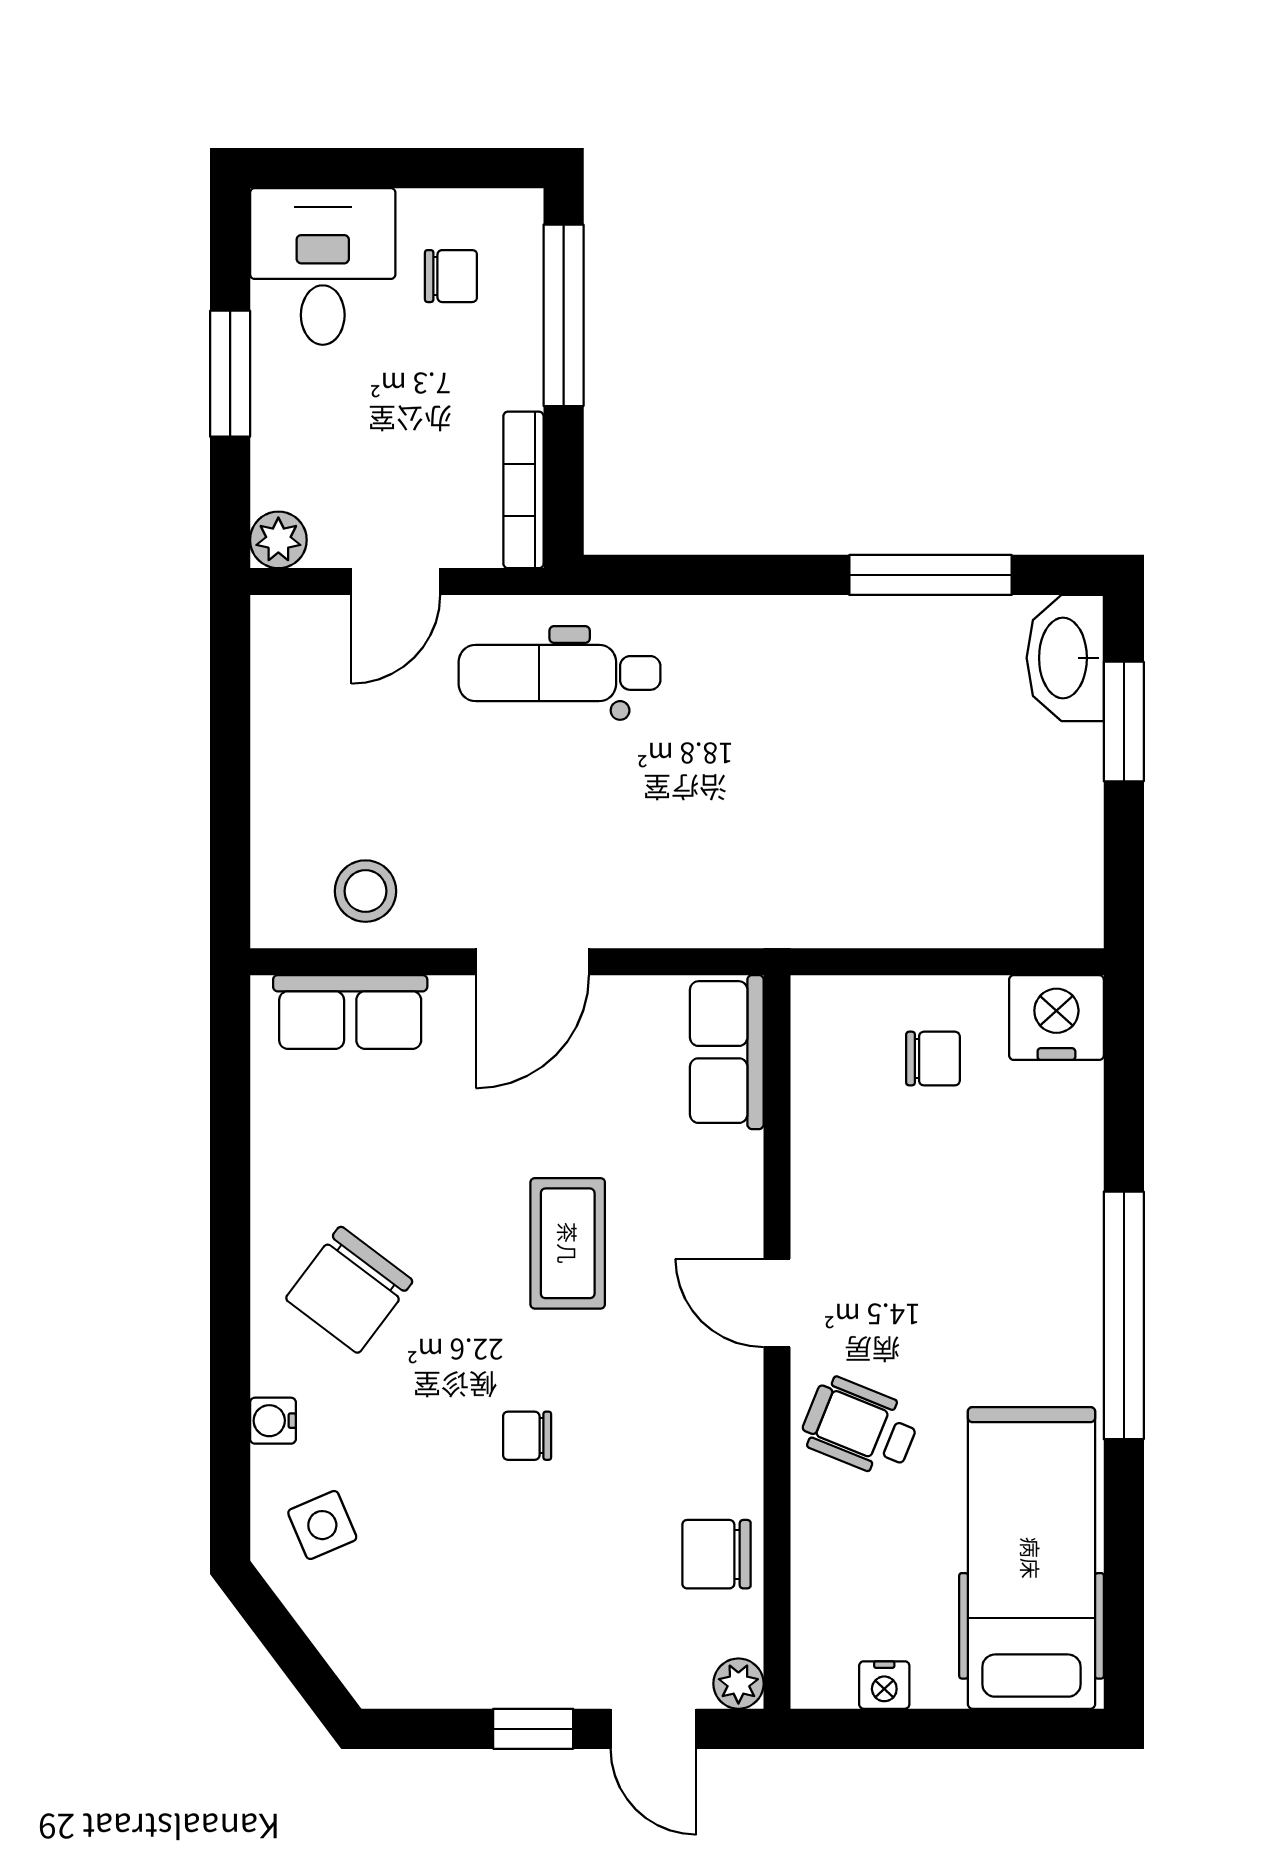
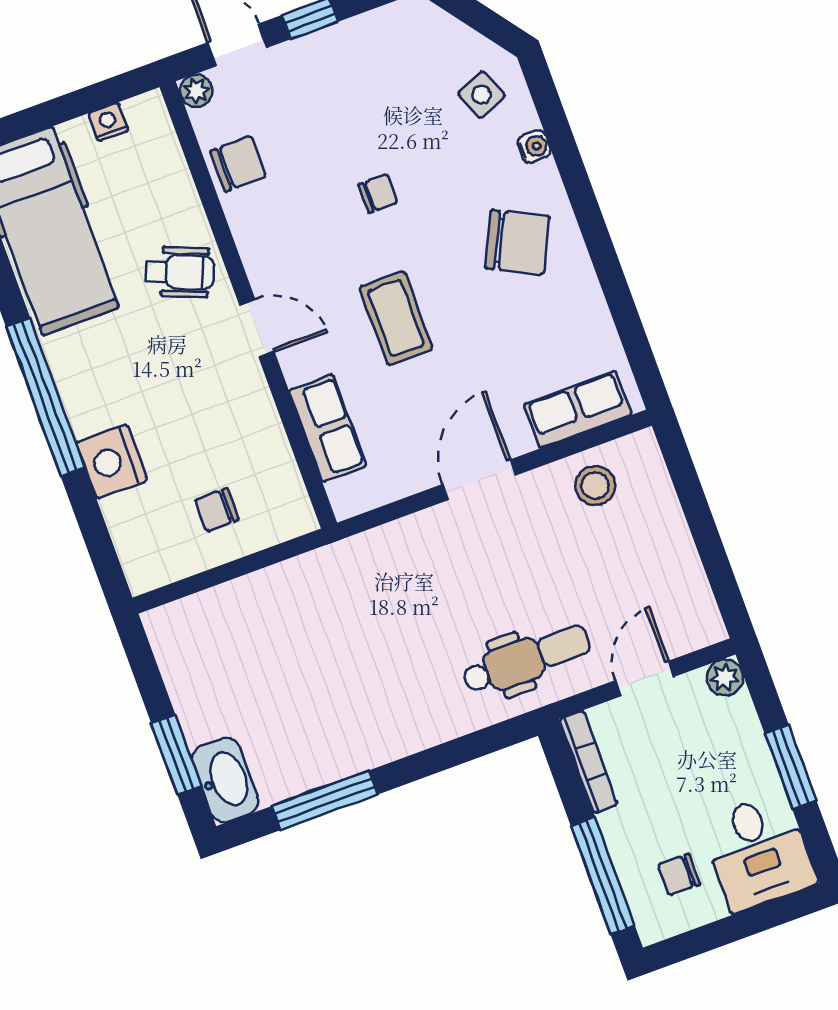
nightstand: (1056, 1018) -> (112, 461), moved, turned 90
row of seats: (727, 1052) -> (328, 428), moved
chair: (349, 1290) -> (517, 242), turned 79

